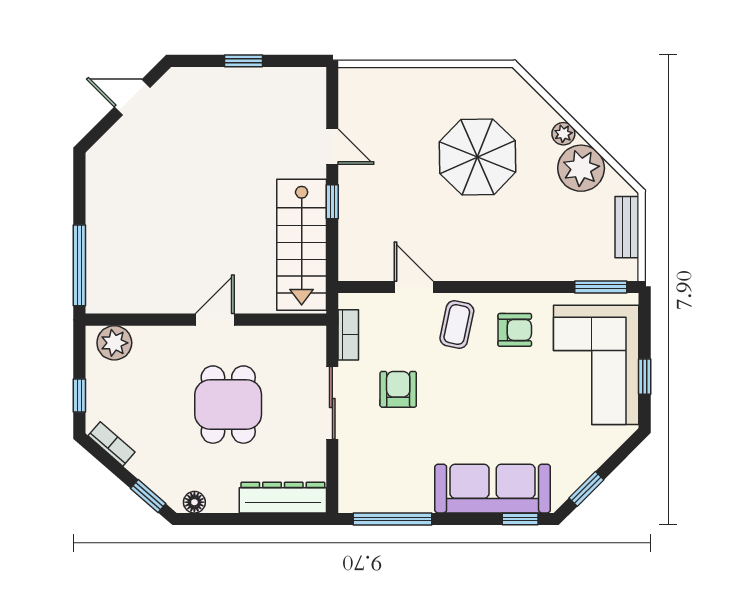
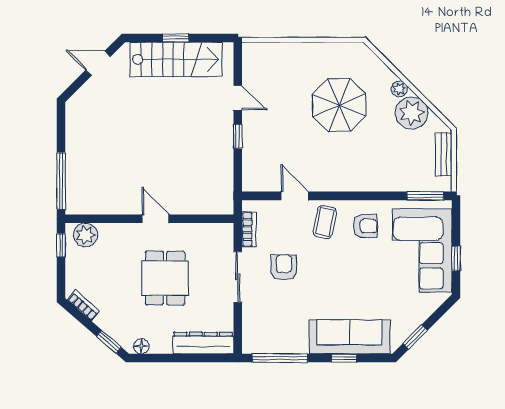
stairs: (302, 245) -> (176, 59), moved, turned -90
door: (215, 320) -> (156, 219), hinge flipped
window: (79, 395) -> (61, 245), moved
window: (520, 519) -> (344, 358), moved

